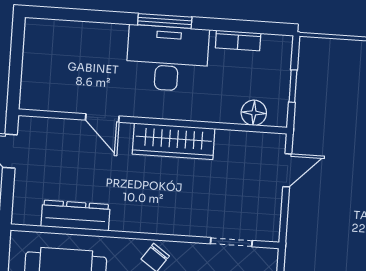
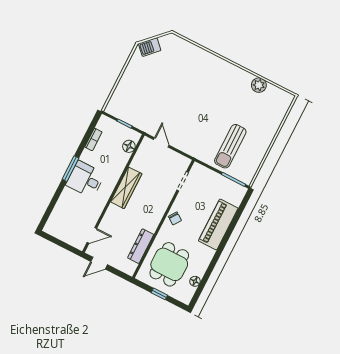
desk: (167, 58) -> (85, 179), width x0.73
door: (102, 118) -> (92, 235), moved

